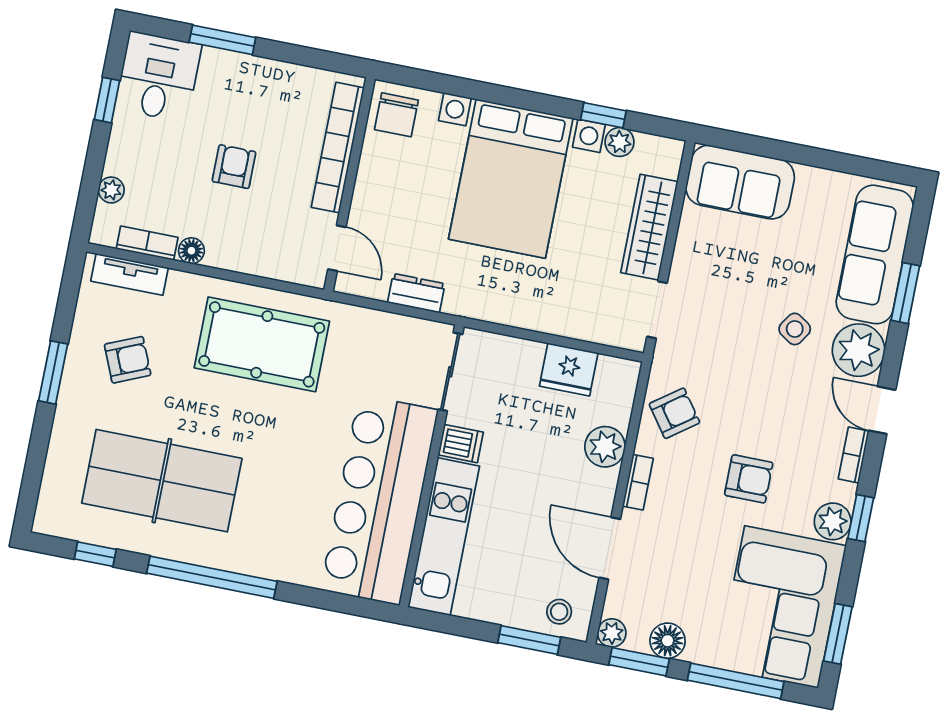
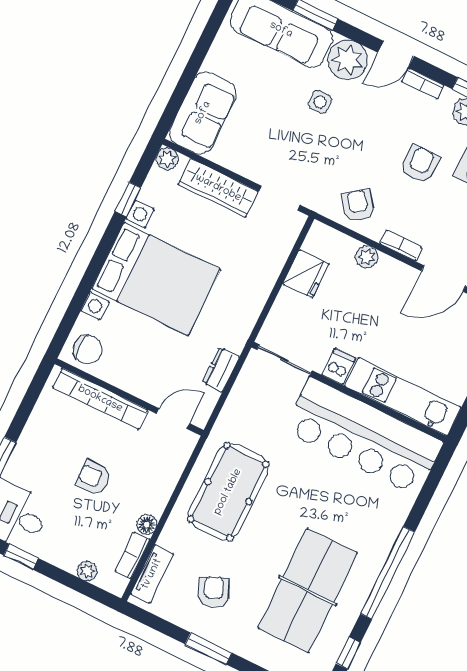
plant: (619, 142) -> (167, 159), moved
side table: (795, 329) -> (320, 102), turned -33
plant: (605, 447) -> (367, 257), width x0.73, depth x0.73

